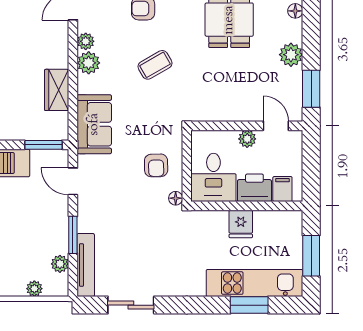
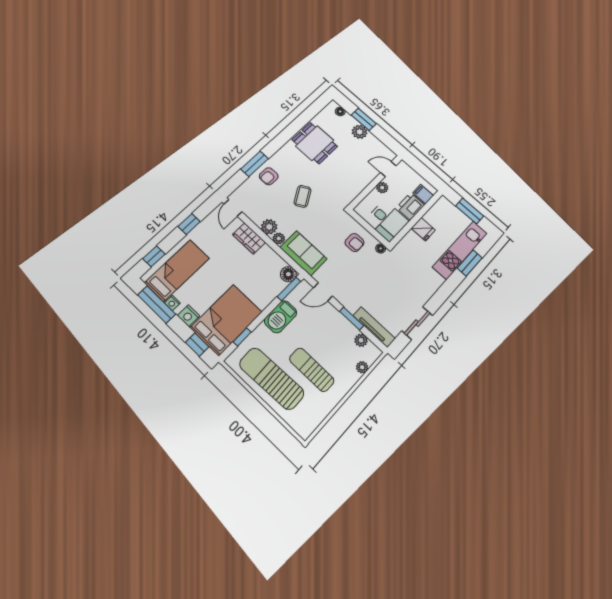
plant: (86, 41) -> (279, 238), moved
window: (311, 89) -> (364, 119), moved
wardrobe: (57, 90) -> (249, 238), moved
floor lamp: (58, 130) -> (288, 274), added

